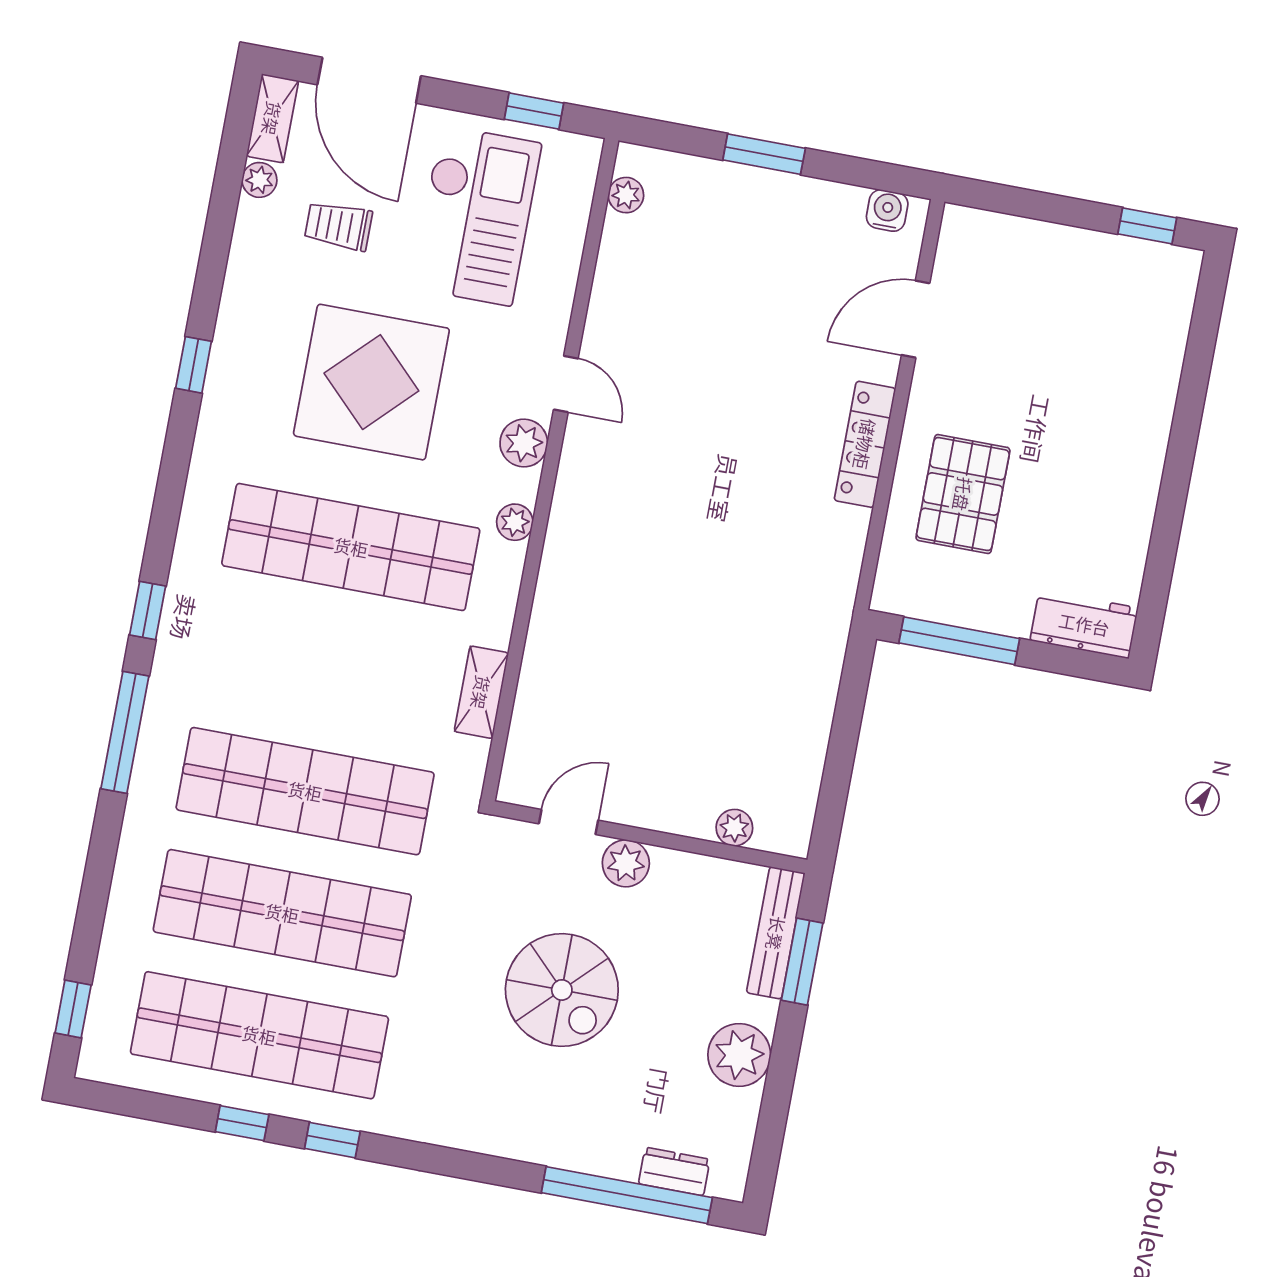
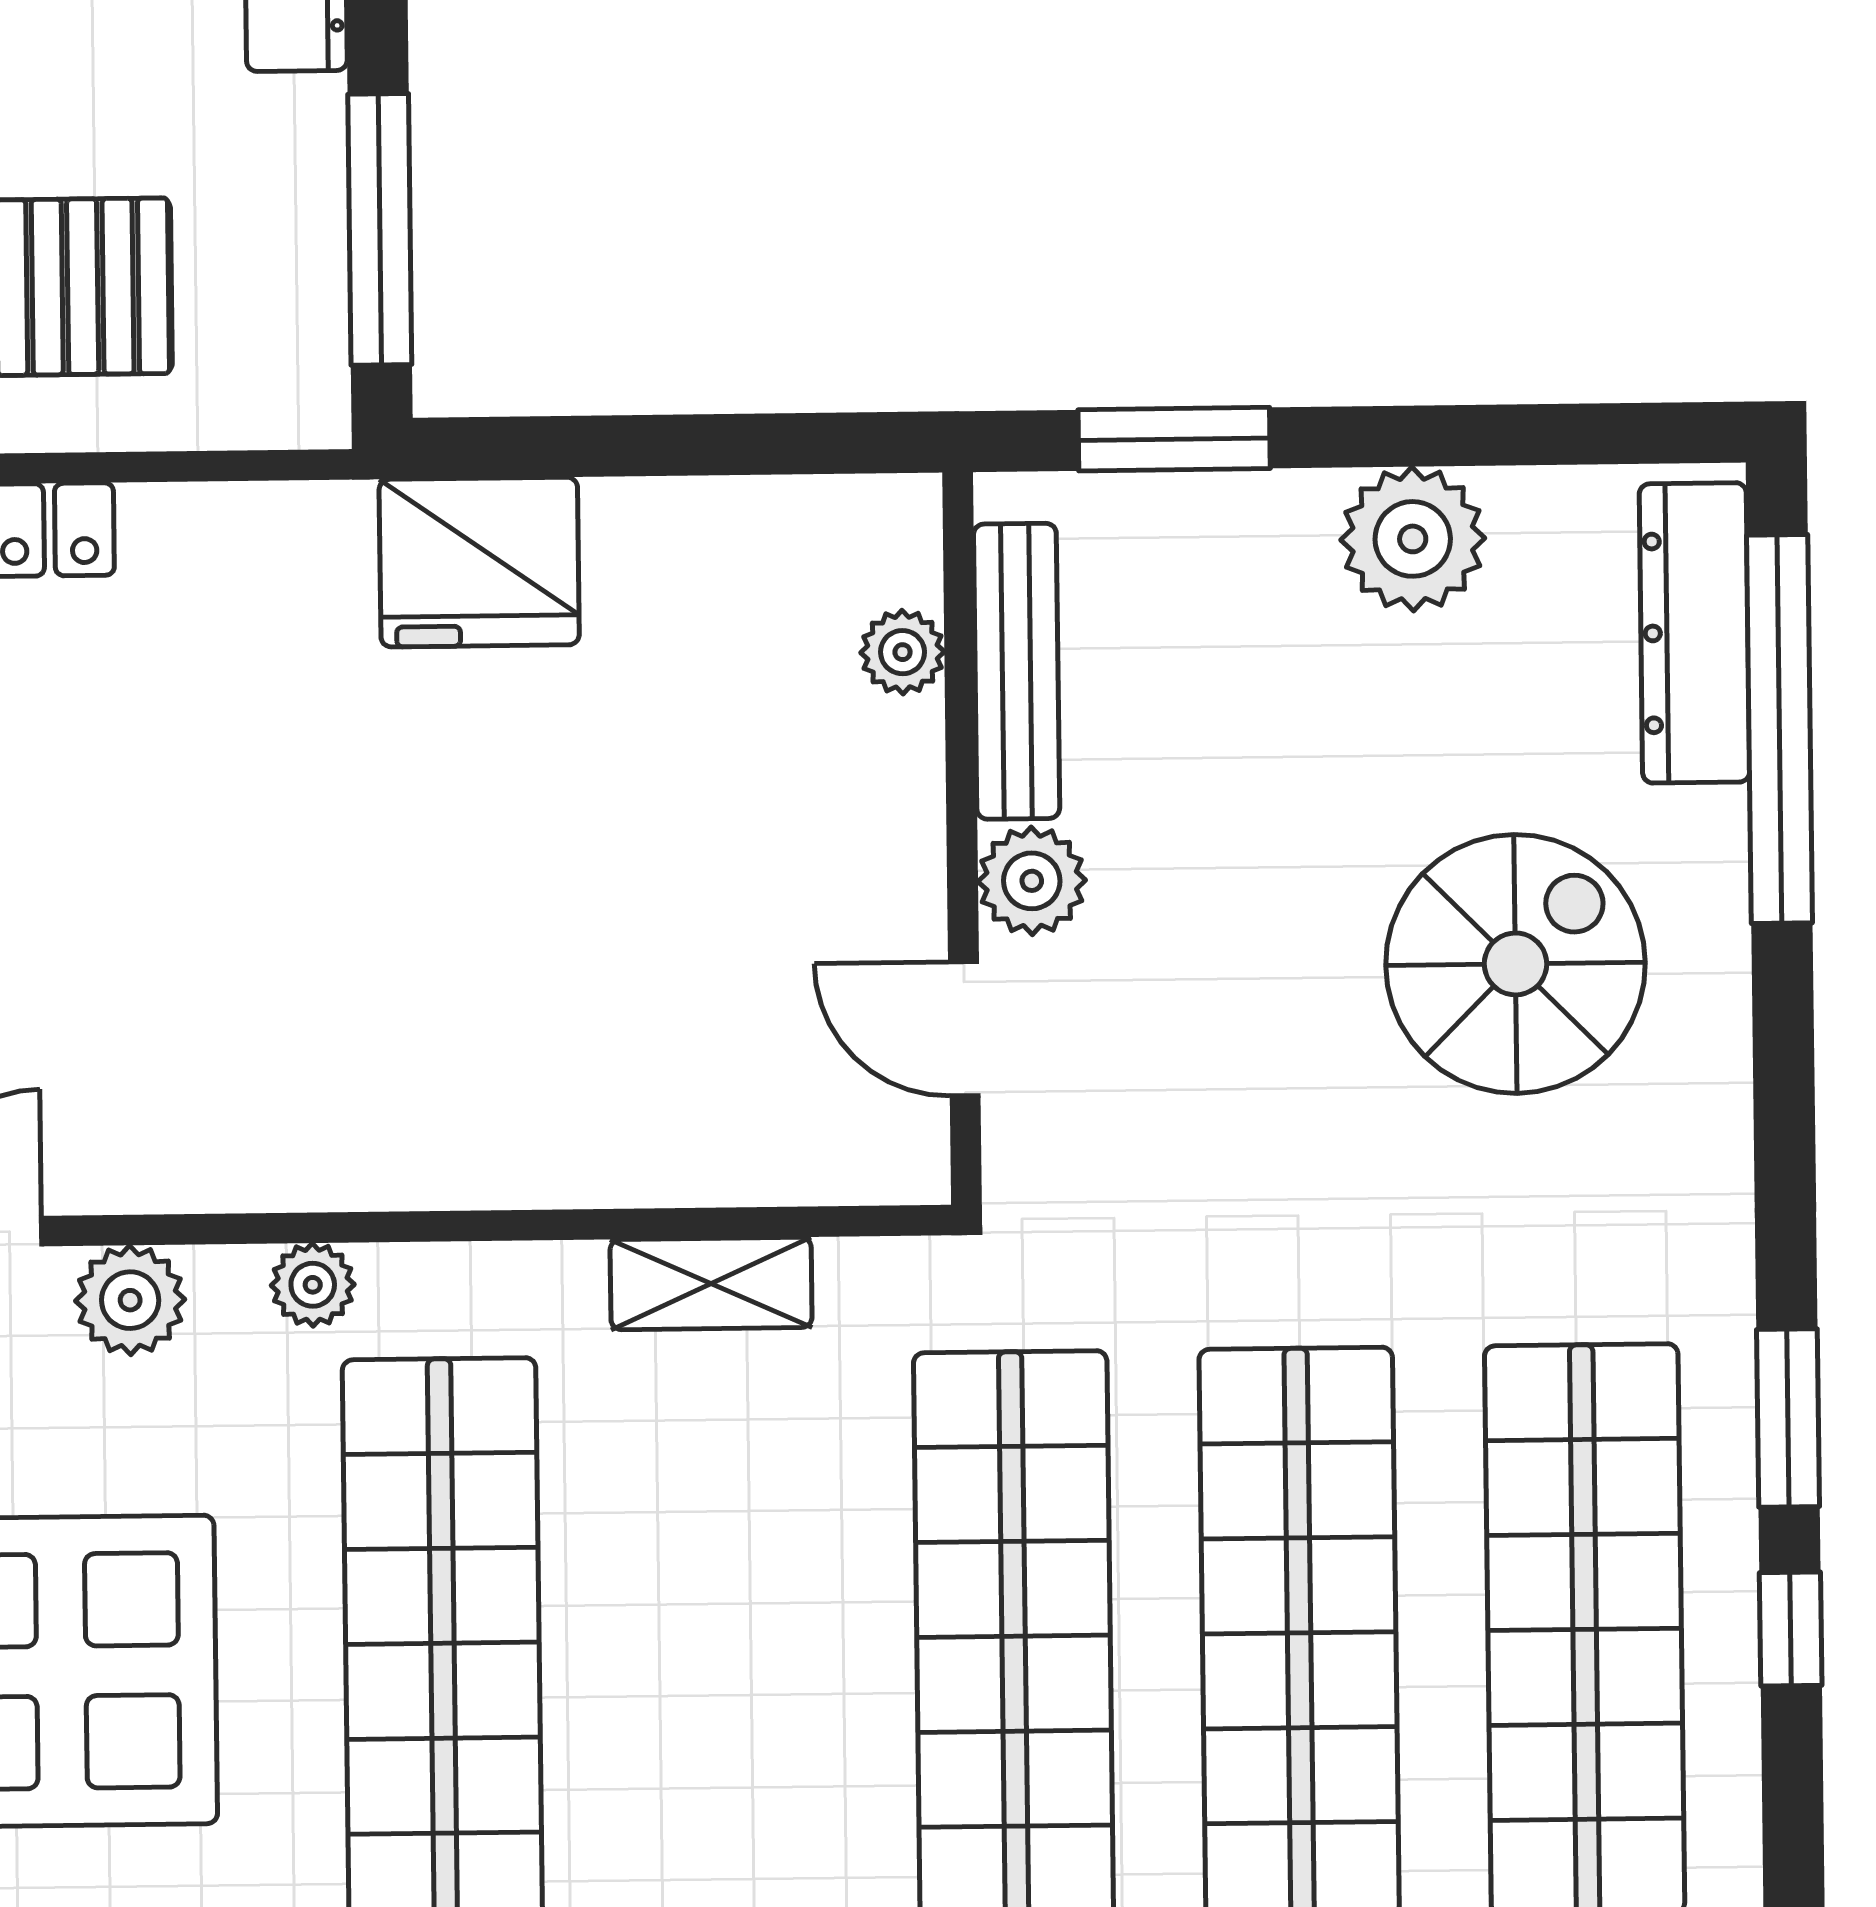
fridge: (809, 655) -> (479, 562), added
bench: (776, 933) -> (1017, 671), moved, turned 90
spiral stairs: (562, 990) -> (1515, 964), moved
window: (332, 1140) -> (1788, 1418), width x1.50
dresser: (674, 1172) -> (1694, 633), width x1.96, depth x1.24

